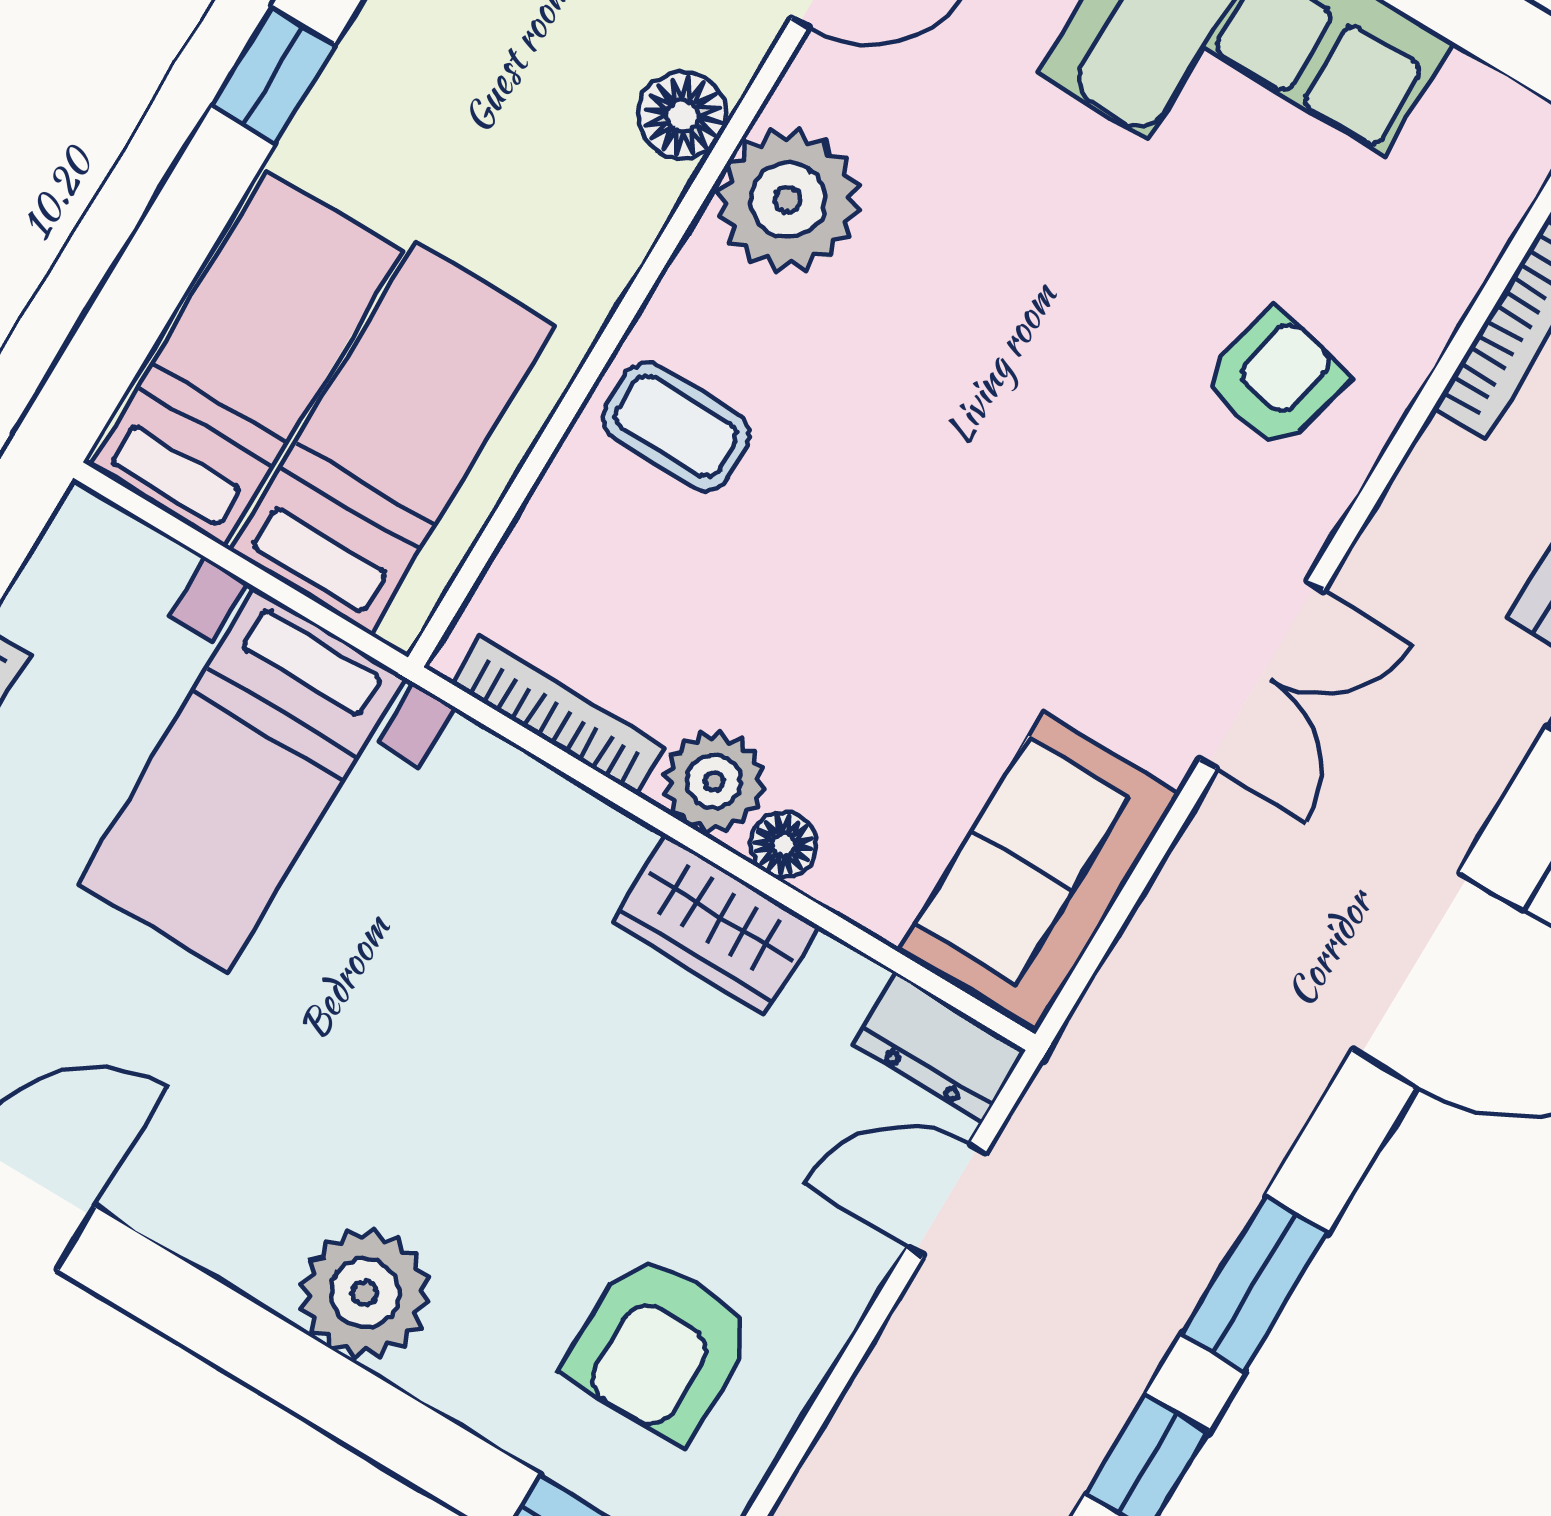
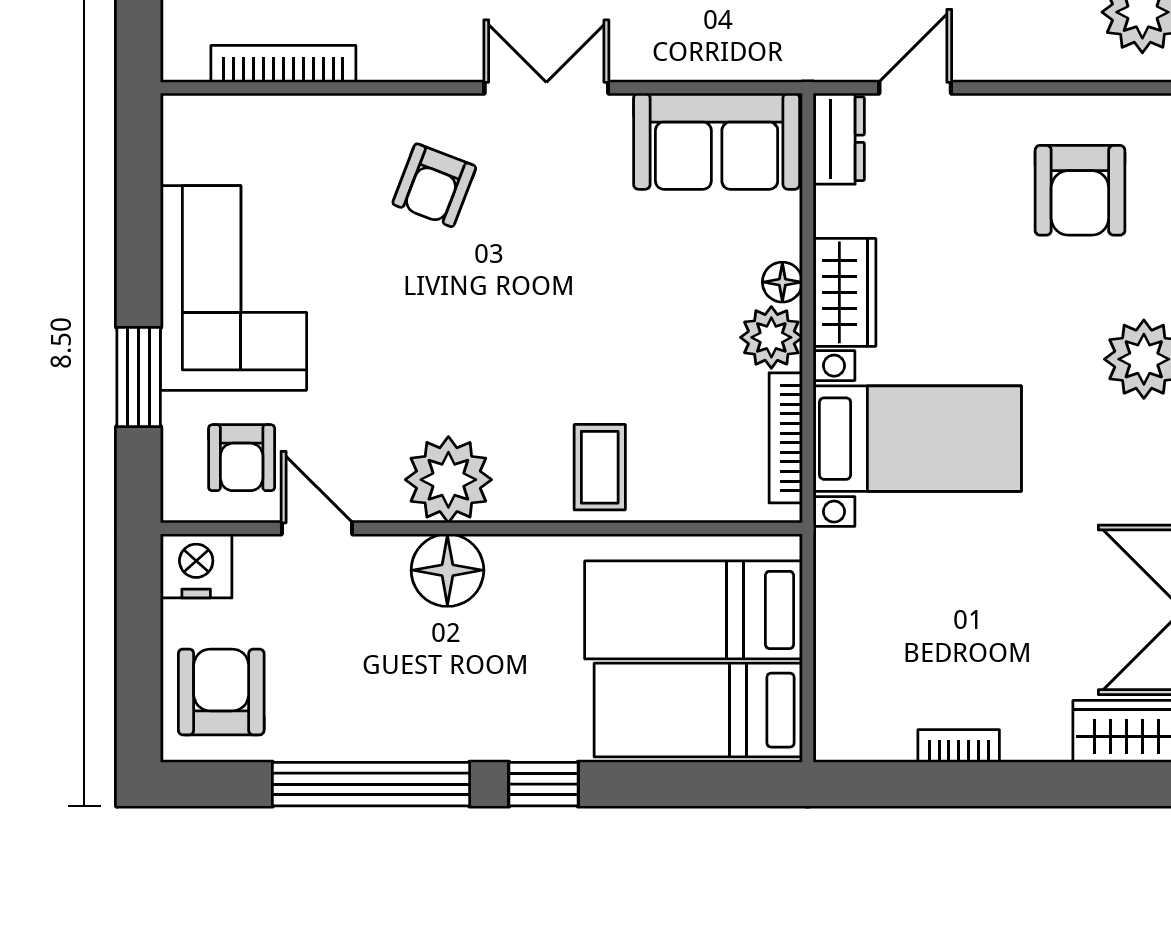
floor lamp: (682, 116) -> (447, 570), width x1.38, depth x1.38
armchair: (1275, 379) -> (434, 185), moved, turned -82
bed with nightstands: (241, 780) -> (917, 439), moved
door: (946, 1200) -> (915, 88), swing flipped
armchair: (660, 1347) -> (1080, 190), turned 90

